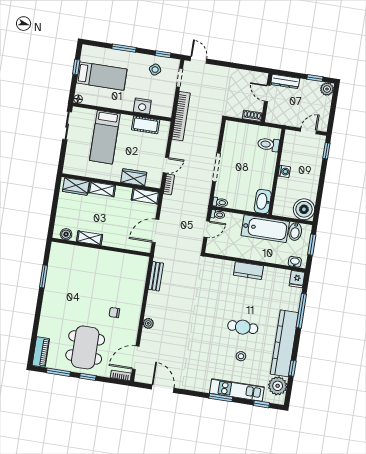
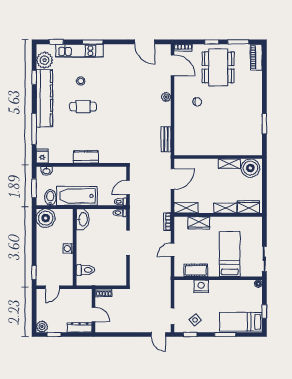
bed: (102, 76) -> (241, 322), moved
bookcase: (181, 116) -> (166, 283), removed
door: (166, 165) -> (173, 250), moved
boiler: (66, 234) -> (250, 168), width x1.86, depth x1.86
door: (136, 358) -> (173, 65), hinge flipped

